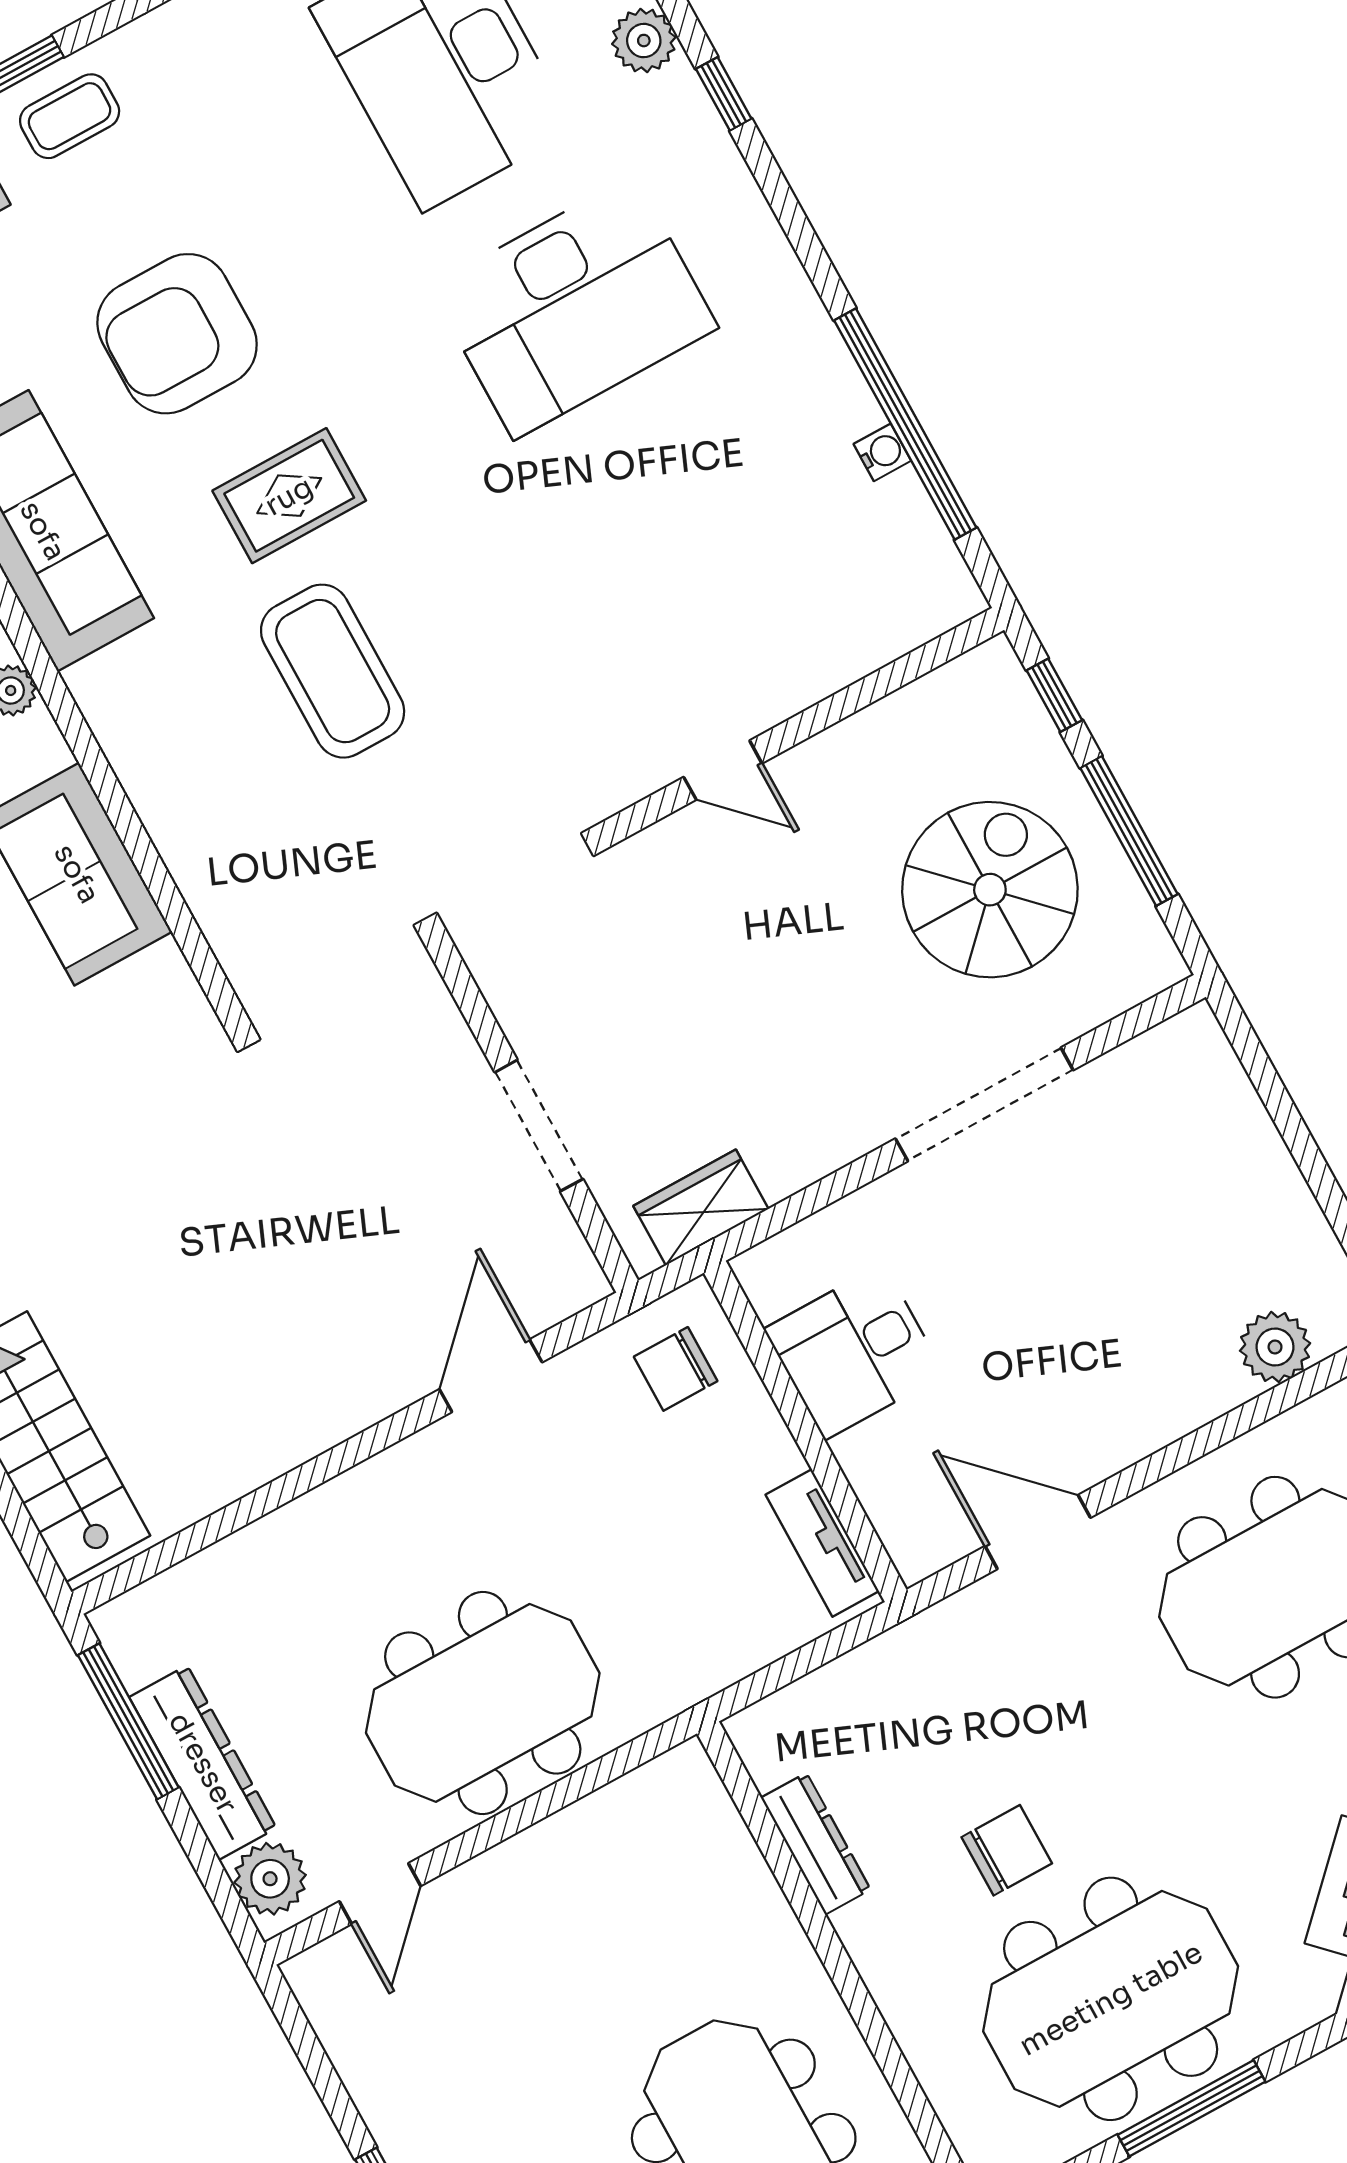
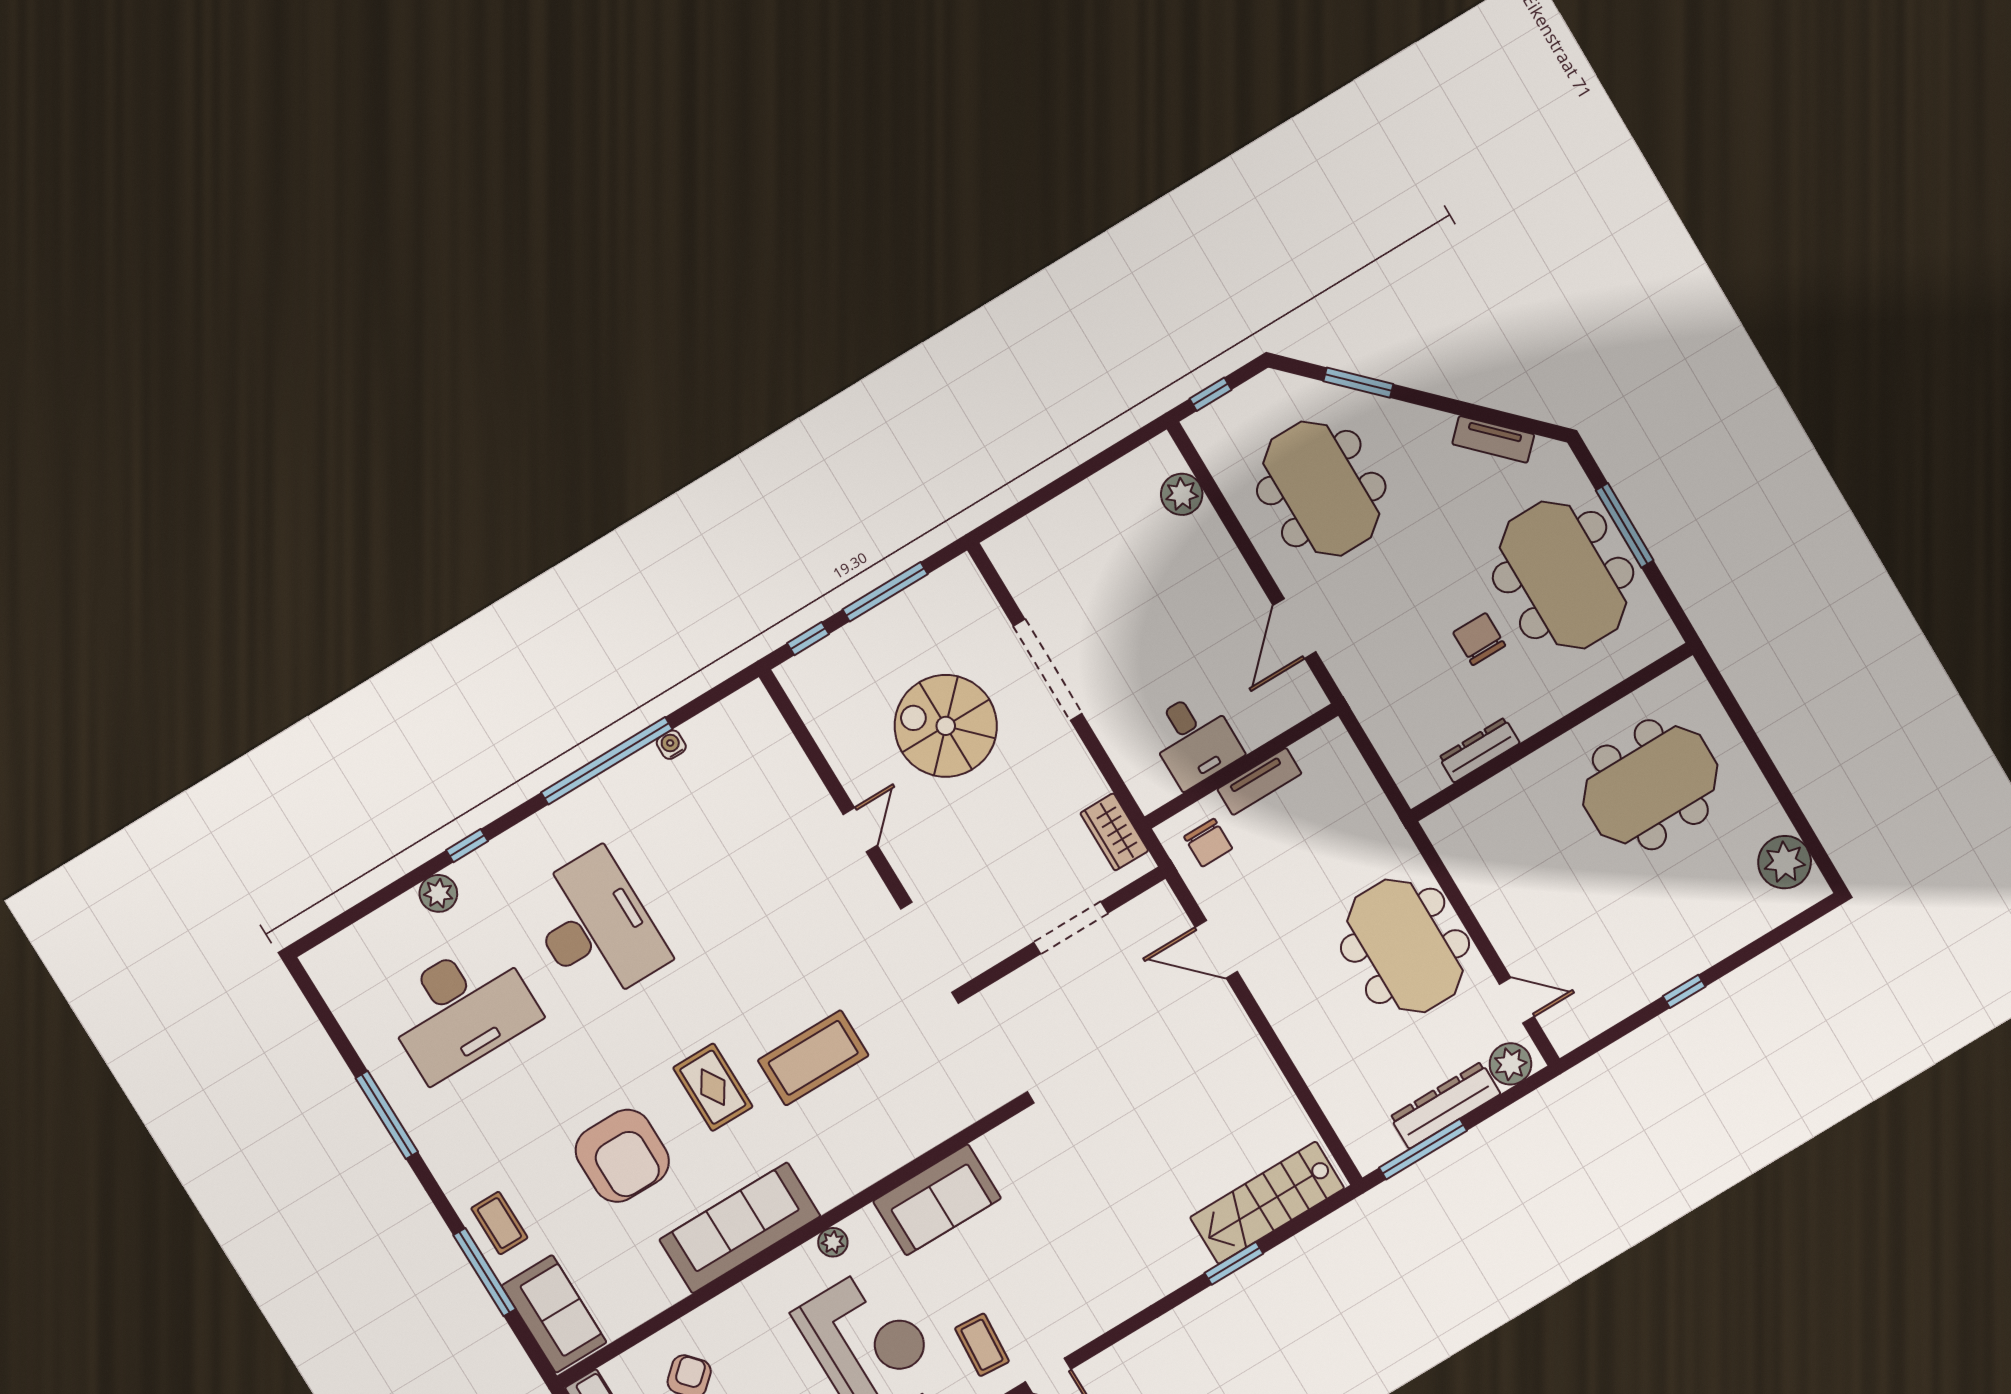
window: (905, 424) -> (607, 761), moved
spiral stairs: (990, 890) -> (946, 726), moved
tv unit: (822, 1543) -> (1259, 781), moved

